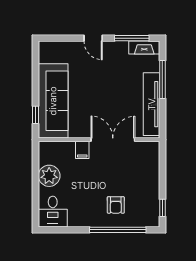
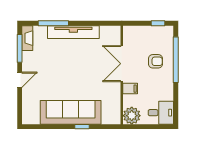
wall: (99, 140) -> (122, 75), moved
double door: (113, 140) -> (122, 64), moved
filing cabinet: (82, 150) -> (130, 89), moved

